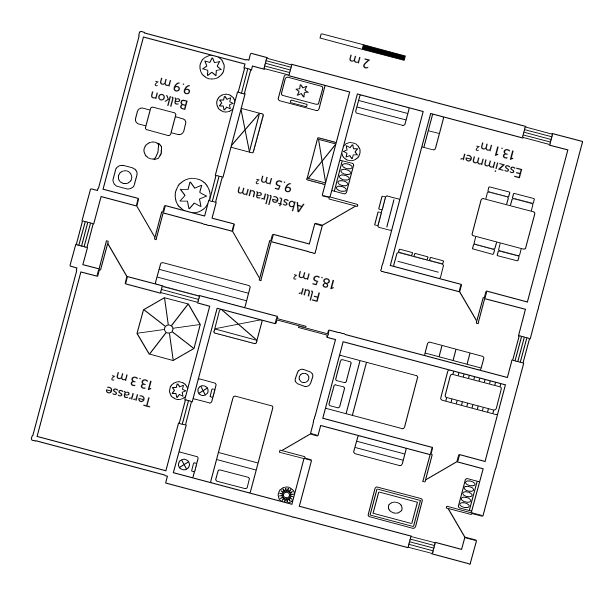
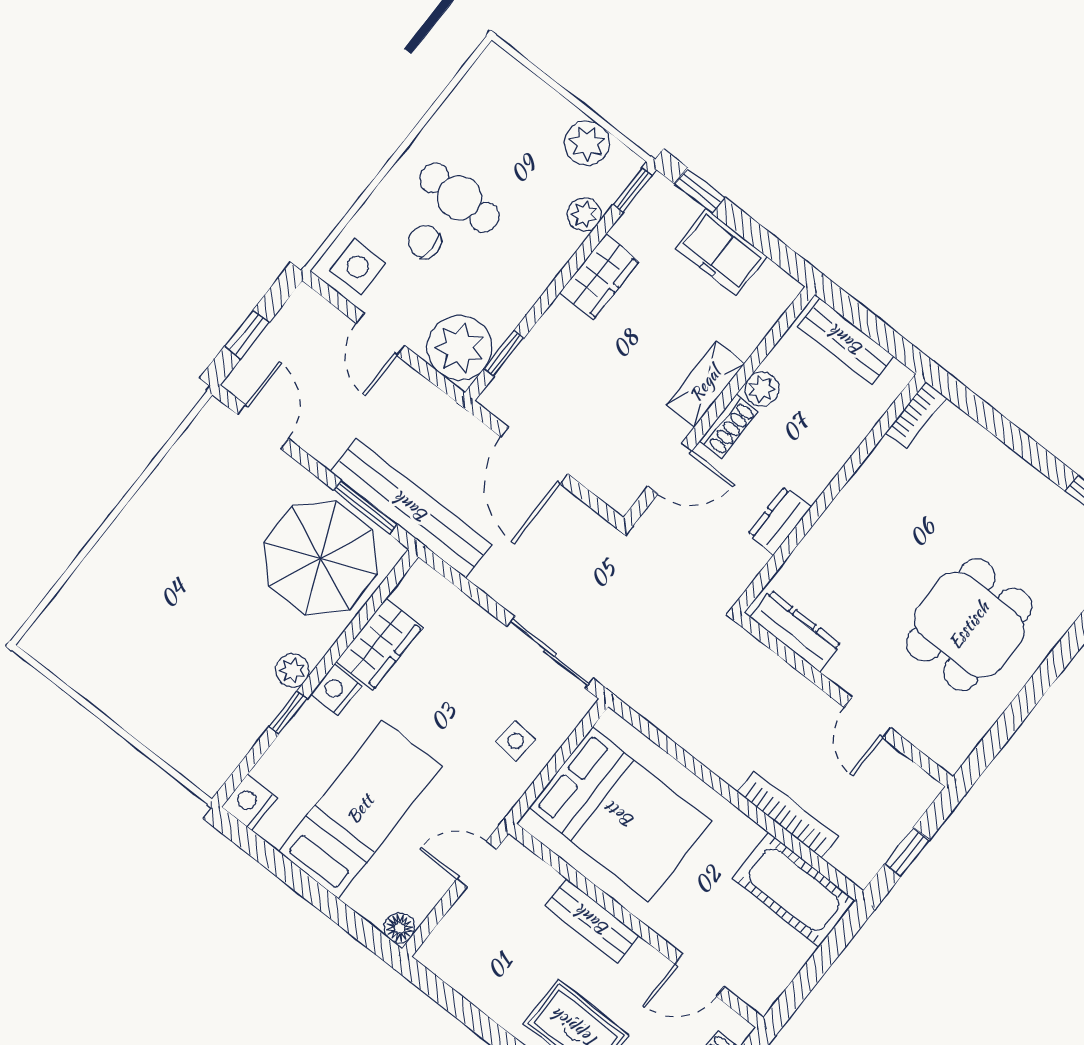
wardrobe: (238, 326) -> (379, 644), moved, turned -90

